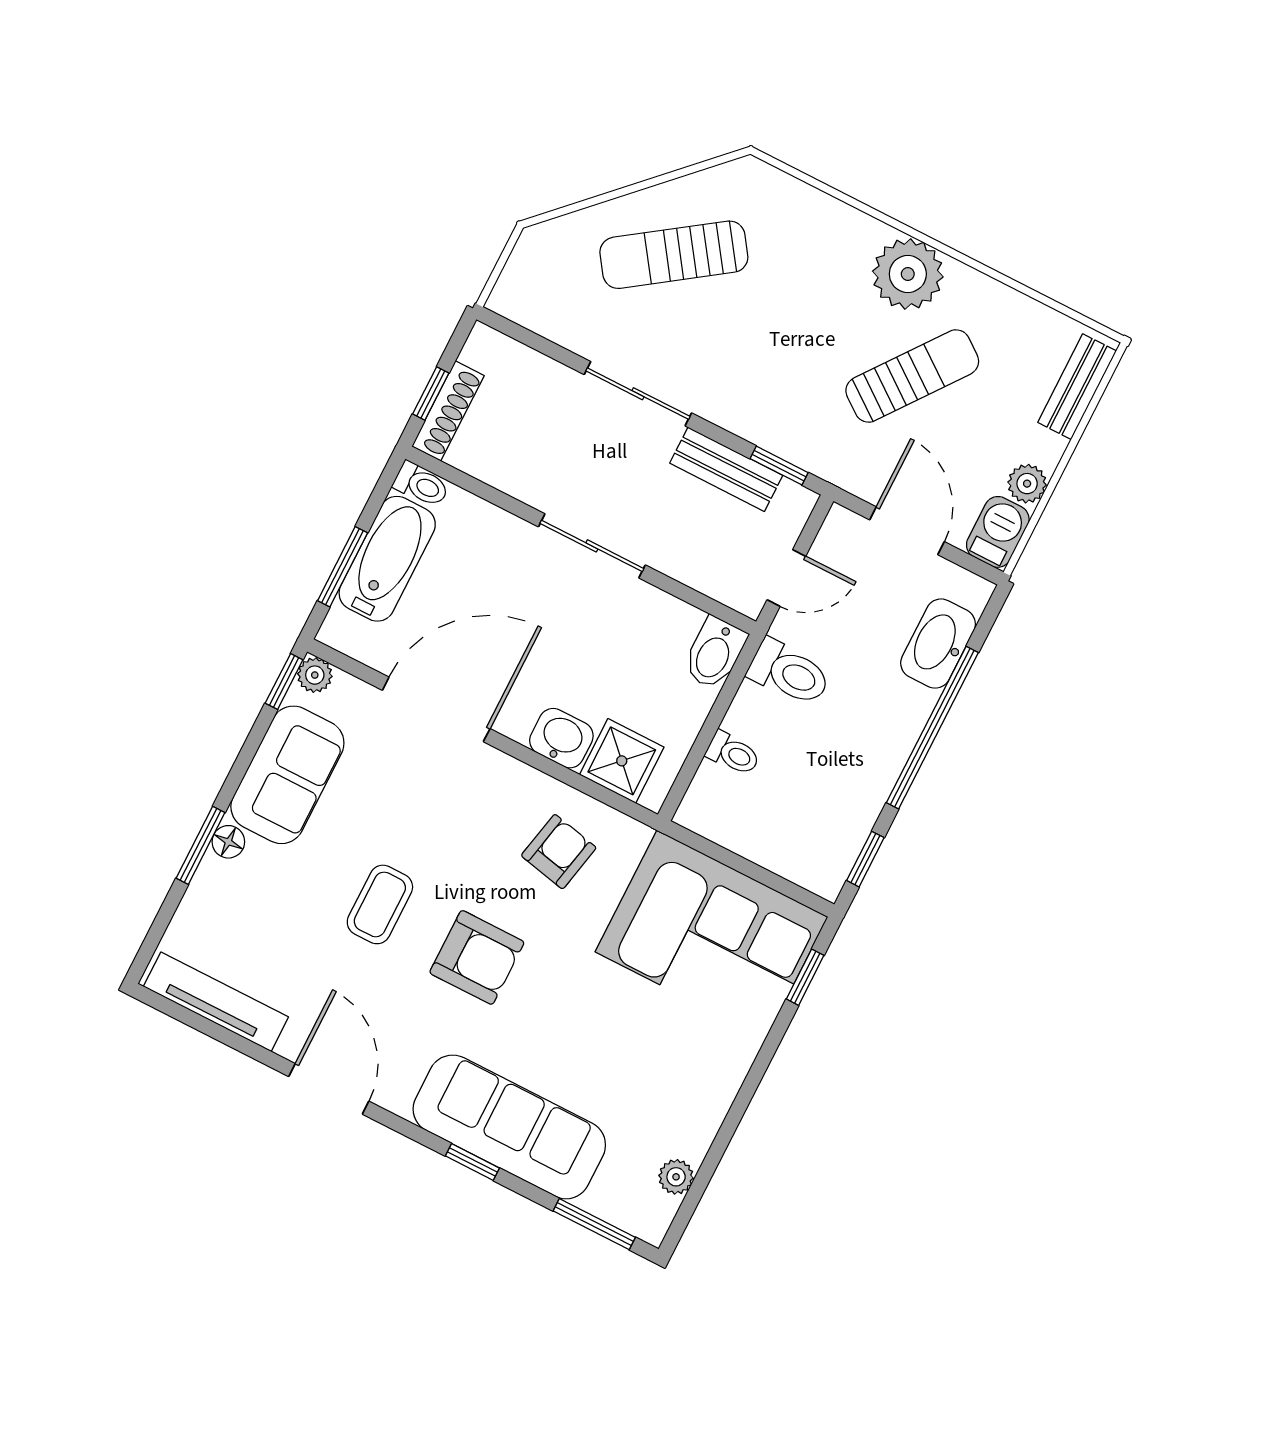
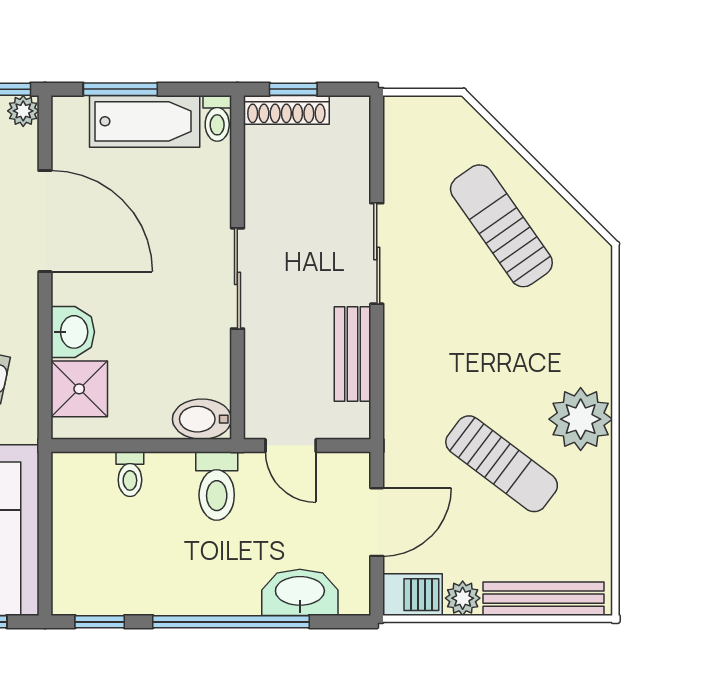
bench: (1077, 387) -> (544, 599), width x1.36
window: (779, 466) -> (377, 394), removed

